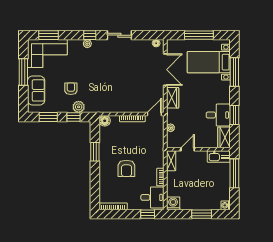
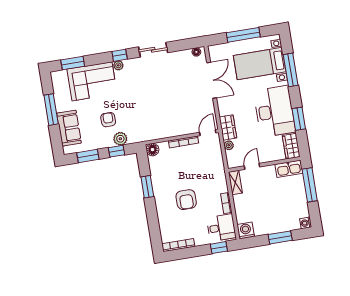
corner sofa: (47, 54) -> (92, 81), moved
wardrobe: (173, 98) -> (228, 128), moved
desk: (218, 115) -> (274, 111), width x1.87, depth x1.30

